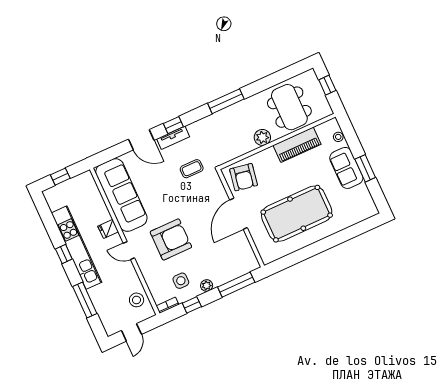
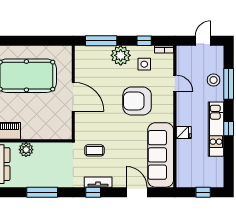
door: (141, 140) -> (137, 192), moved
armchair: (244, 177) -> (56, 124), removed
door: (239, 214) -> (73, 97), hinge flipped
kitchen unit: (77, 248) -> (216, 129), width x0.73
door: (129, 251) -> (175, 83), moved
plant: (207, 286) -> (121, 55), width x1.87, depth x1.87
stool: (137, 300) -> (213, 80), moved

